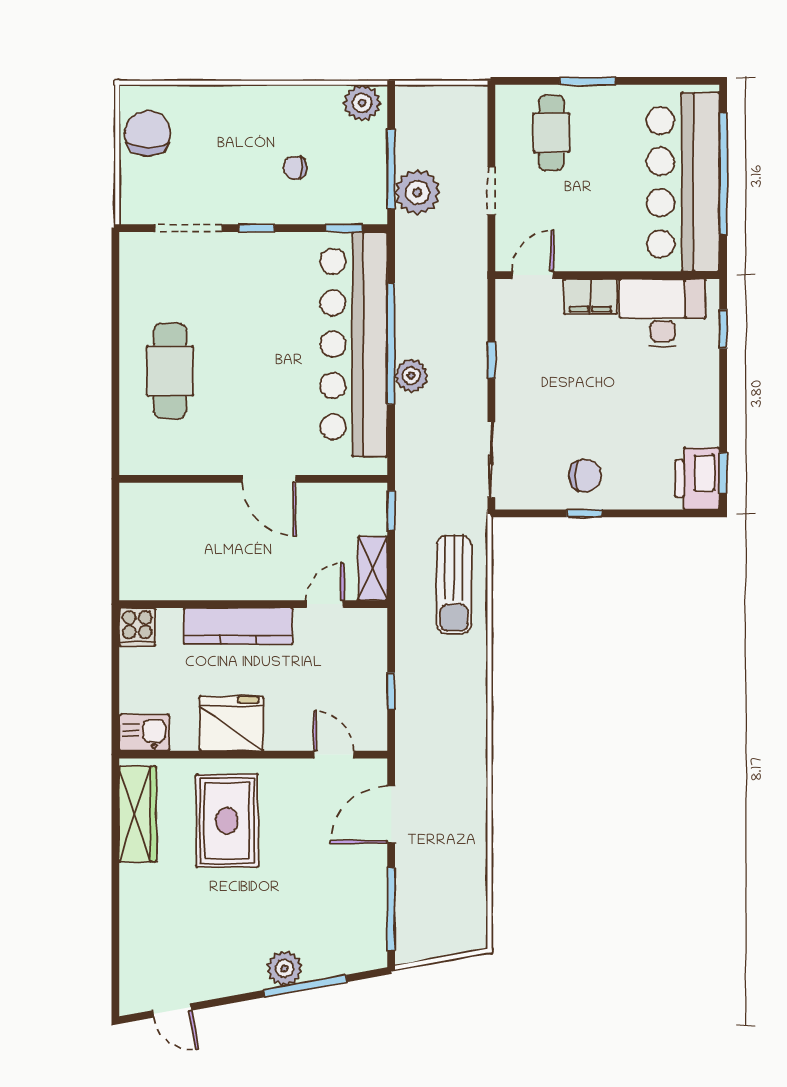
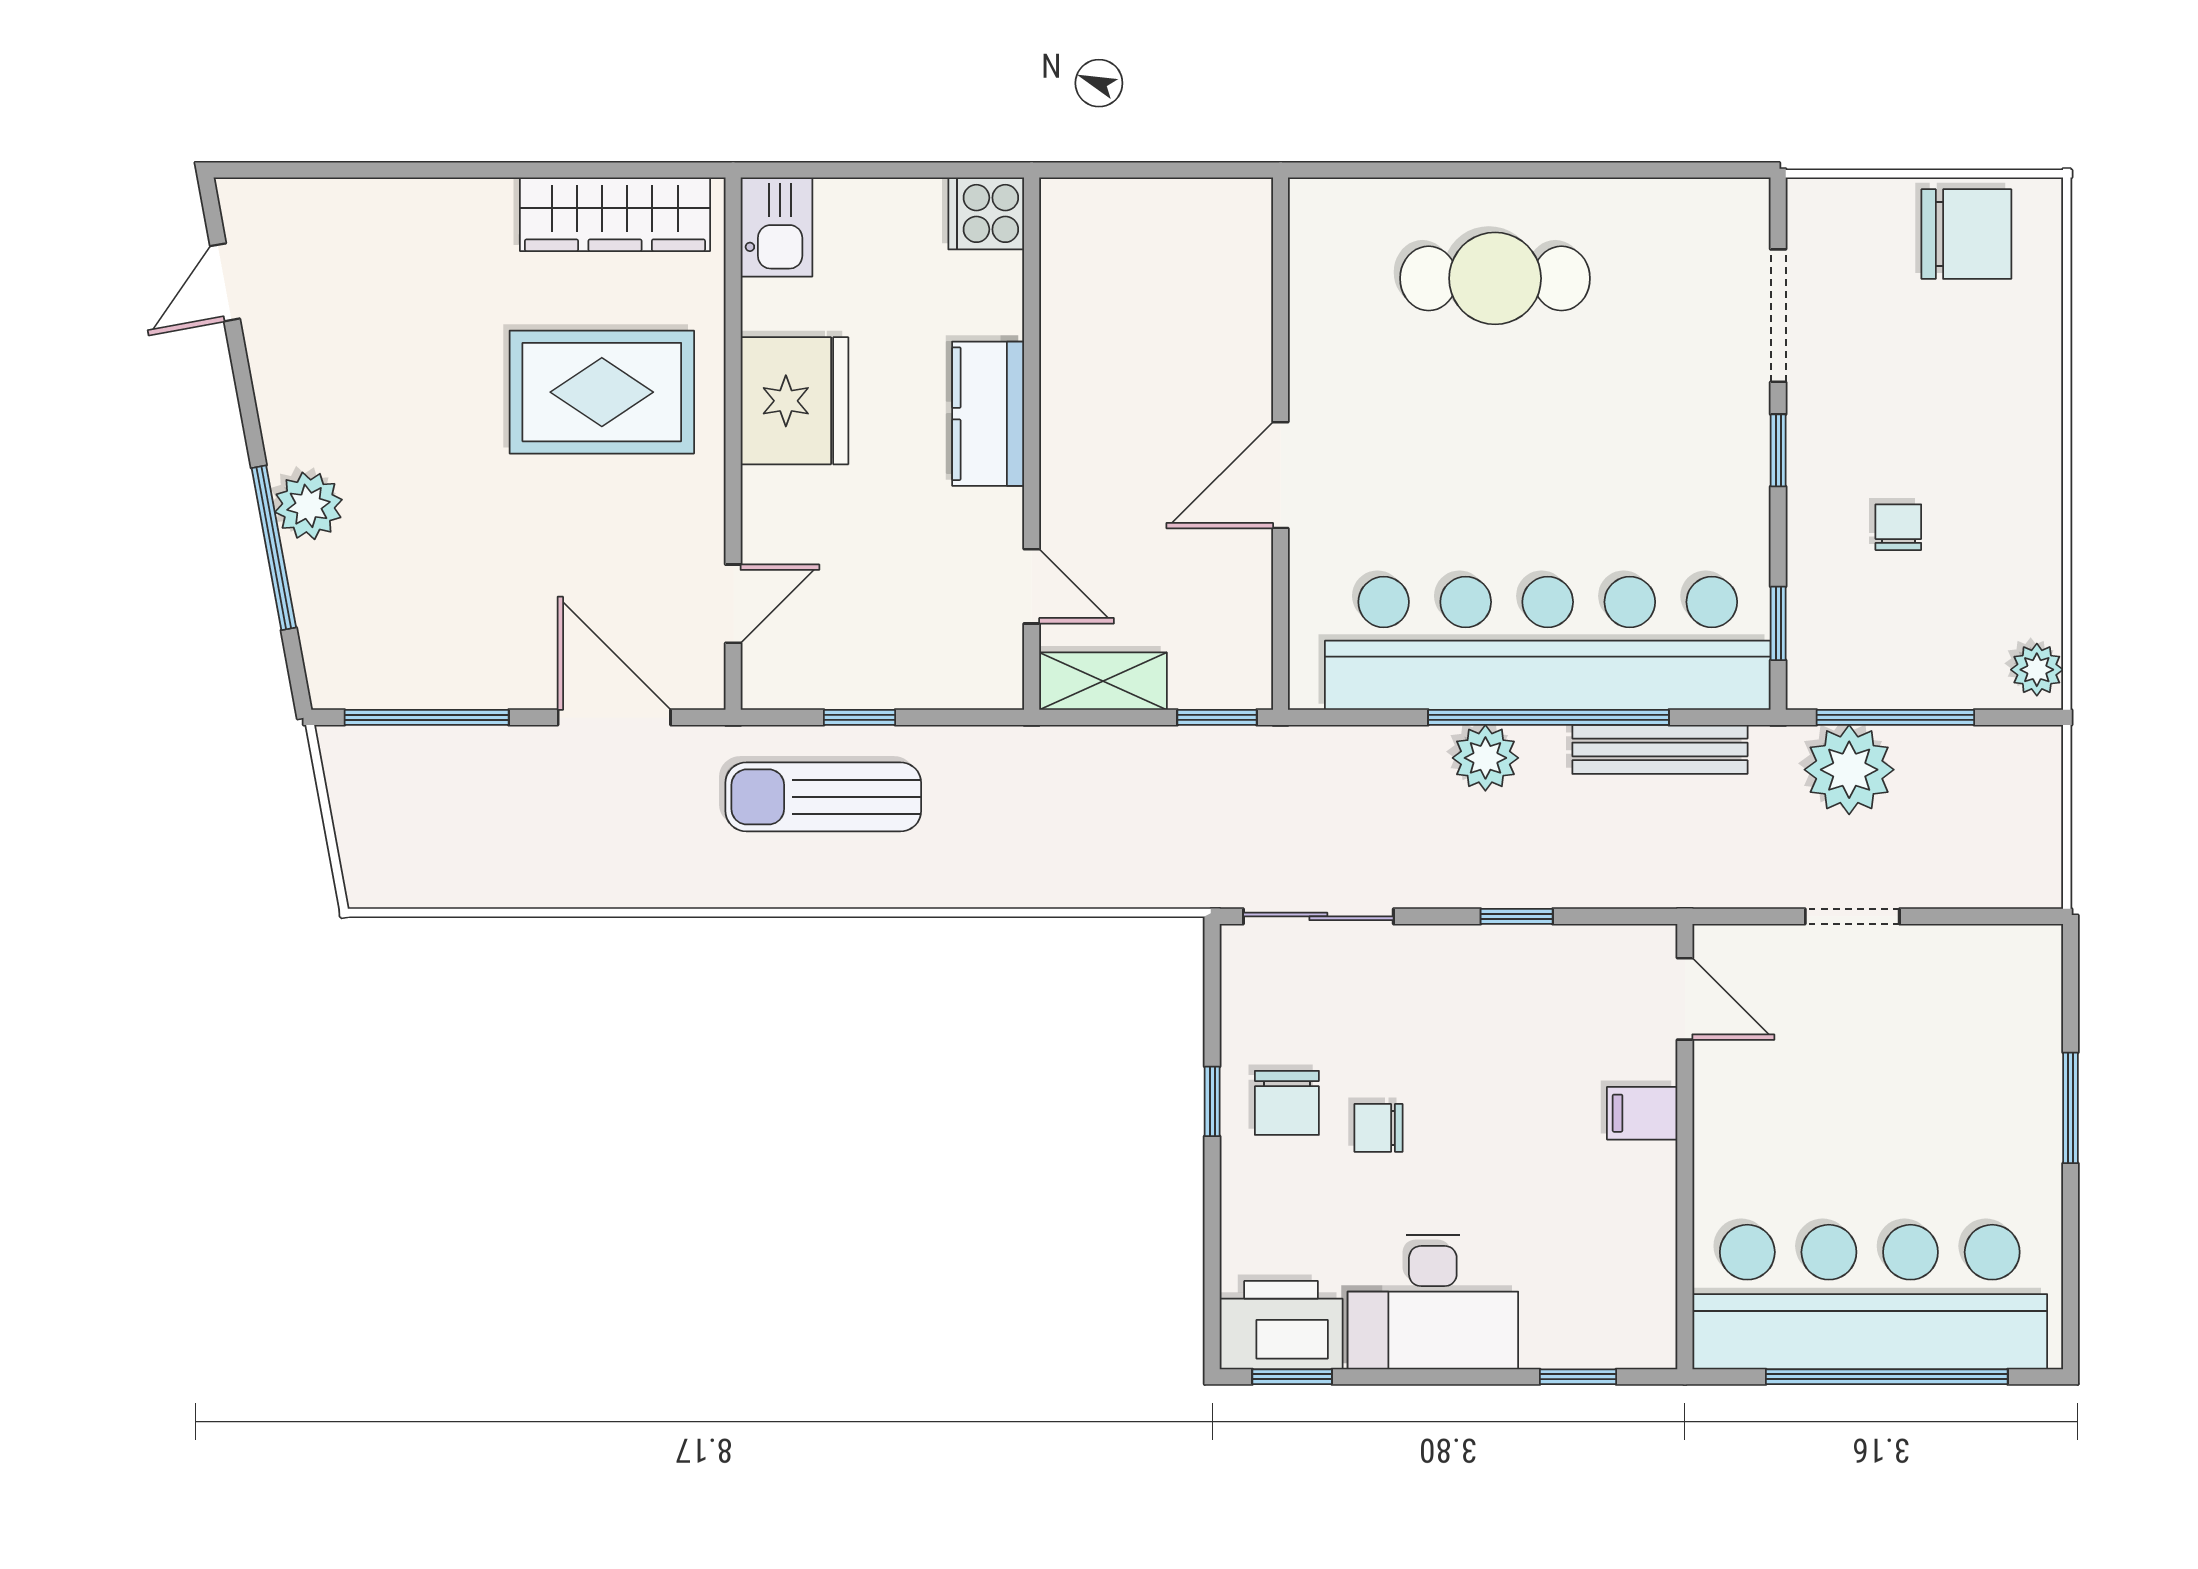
plant: (362, 103) -> (2037, 670), width x0.73, depth x0.73
cafe table: (551, 133) -> (1967, 1036), removed
bench: (407, 288) -> (1660, 749), added
filing cabinet: (590, 297) -> (1642, 1113), width x0.50
desk: (662, 313) -> (1433, 1302), moved, turned 90
chair: (598, 429) -> (1379, 1128), added
sun lounger: (454, 585) -> (823, 797), moved
kitchen counter: (238, 626) -> (988, 414), width x0.67

